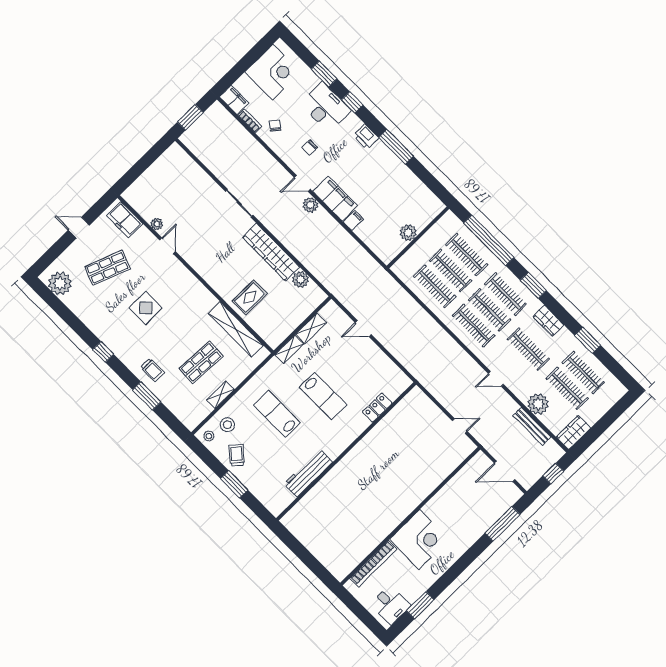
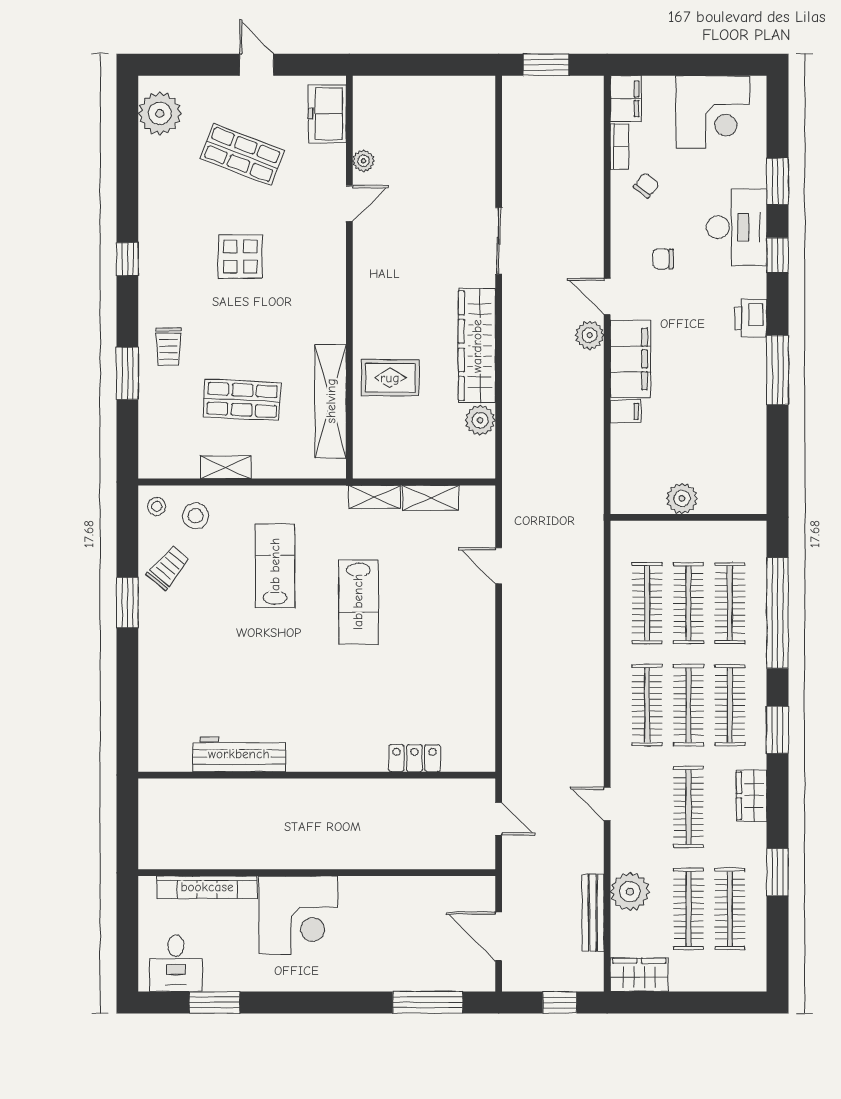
locker: (377, 408) -> (414, 758), moved
wall: (346, 451) -> (317, 775), moved
workbench: (308, 473) -> (239, 754), moved

